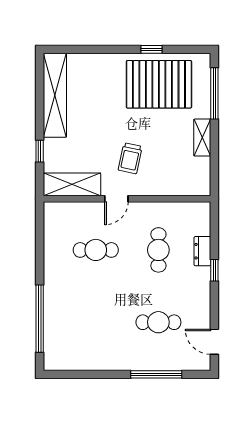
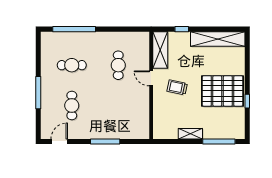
pallet: (159, 84) -> (223, 91), moved, turned 90
cafe table: (158, 250) -> (72, 65), moved
dresser: (202, 251) -> (117, 134), removed
window: (214, 270) -> (105, 141), width x2.17
window: (156, 374) -> (38, 93), moved

